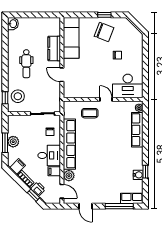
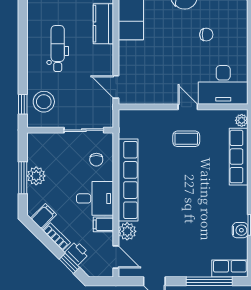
dental chair: (26, 64) -> (58, 49), turned 180
door: (62, 75) -> (116, 87), moved
coffee table: (90, 113) -> (186, 139), moved

